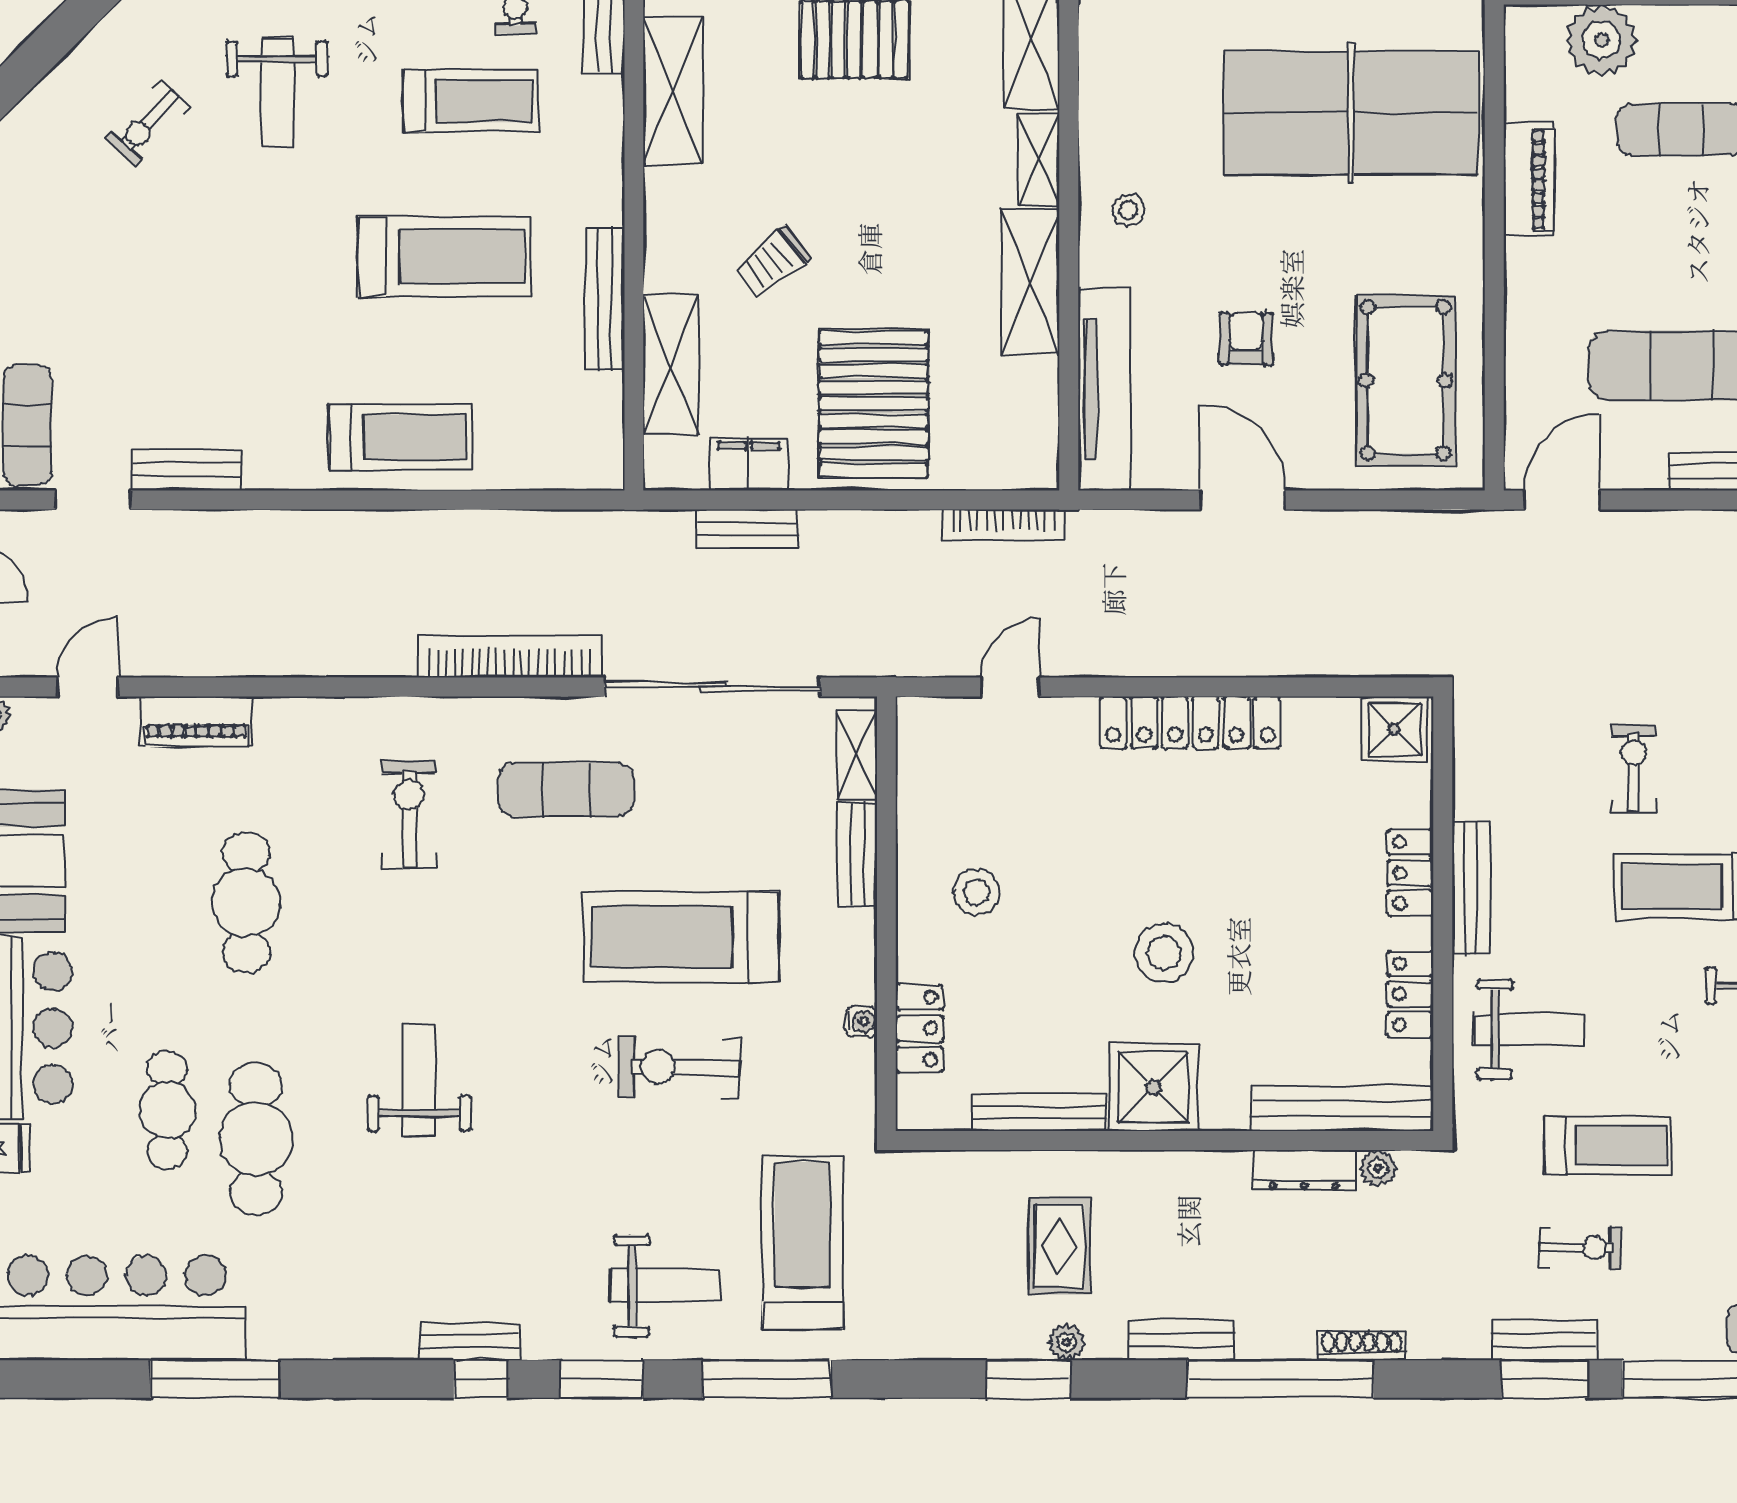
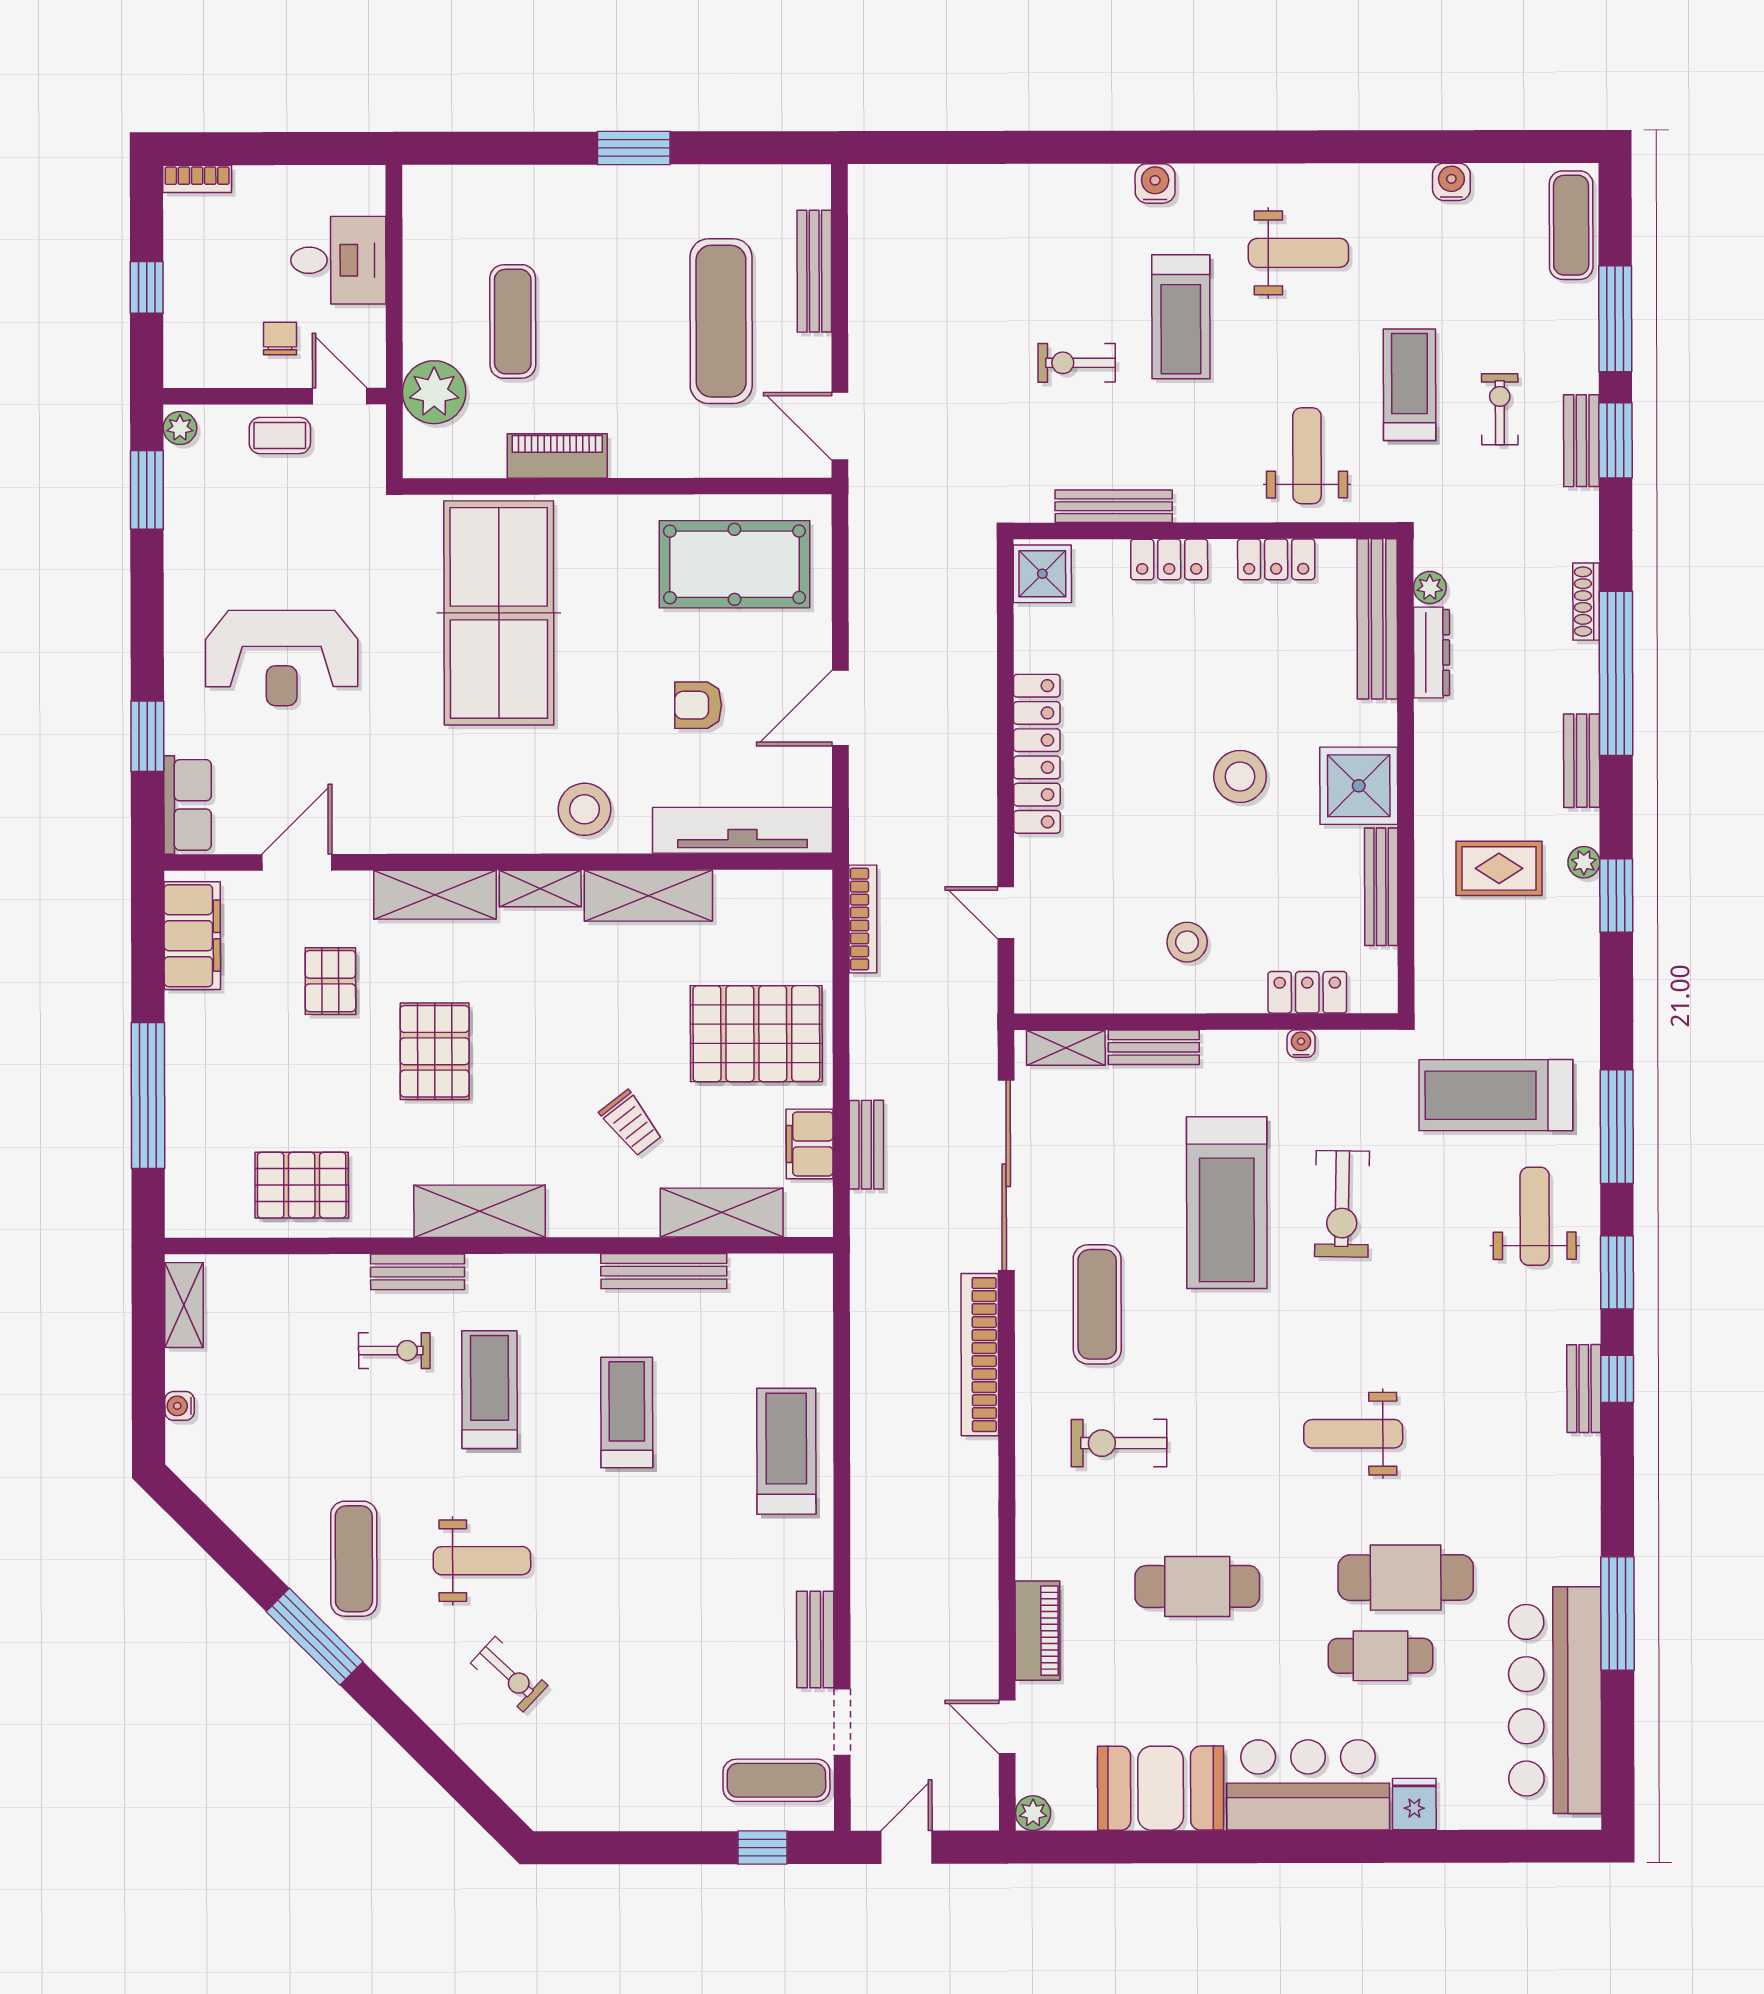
stool: (1128, 210) -> (585, 809), width x1.89, depth x1.89
treadmill: (445, 257) -> (627, 1412), width x0.73, depth x0.73
bench: (1471, 888) -> (1114, 506), moved

